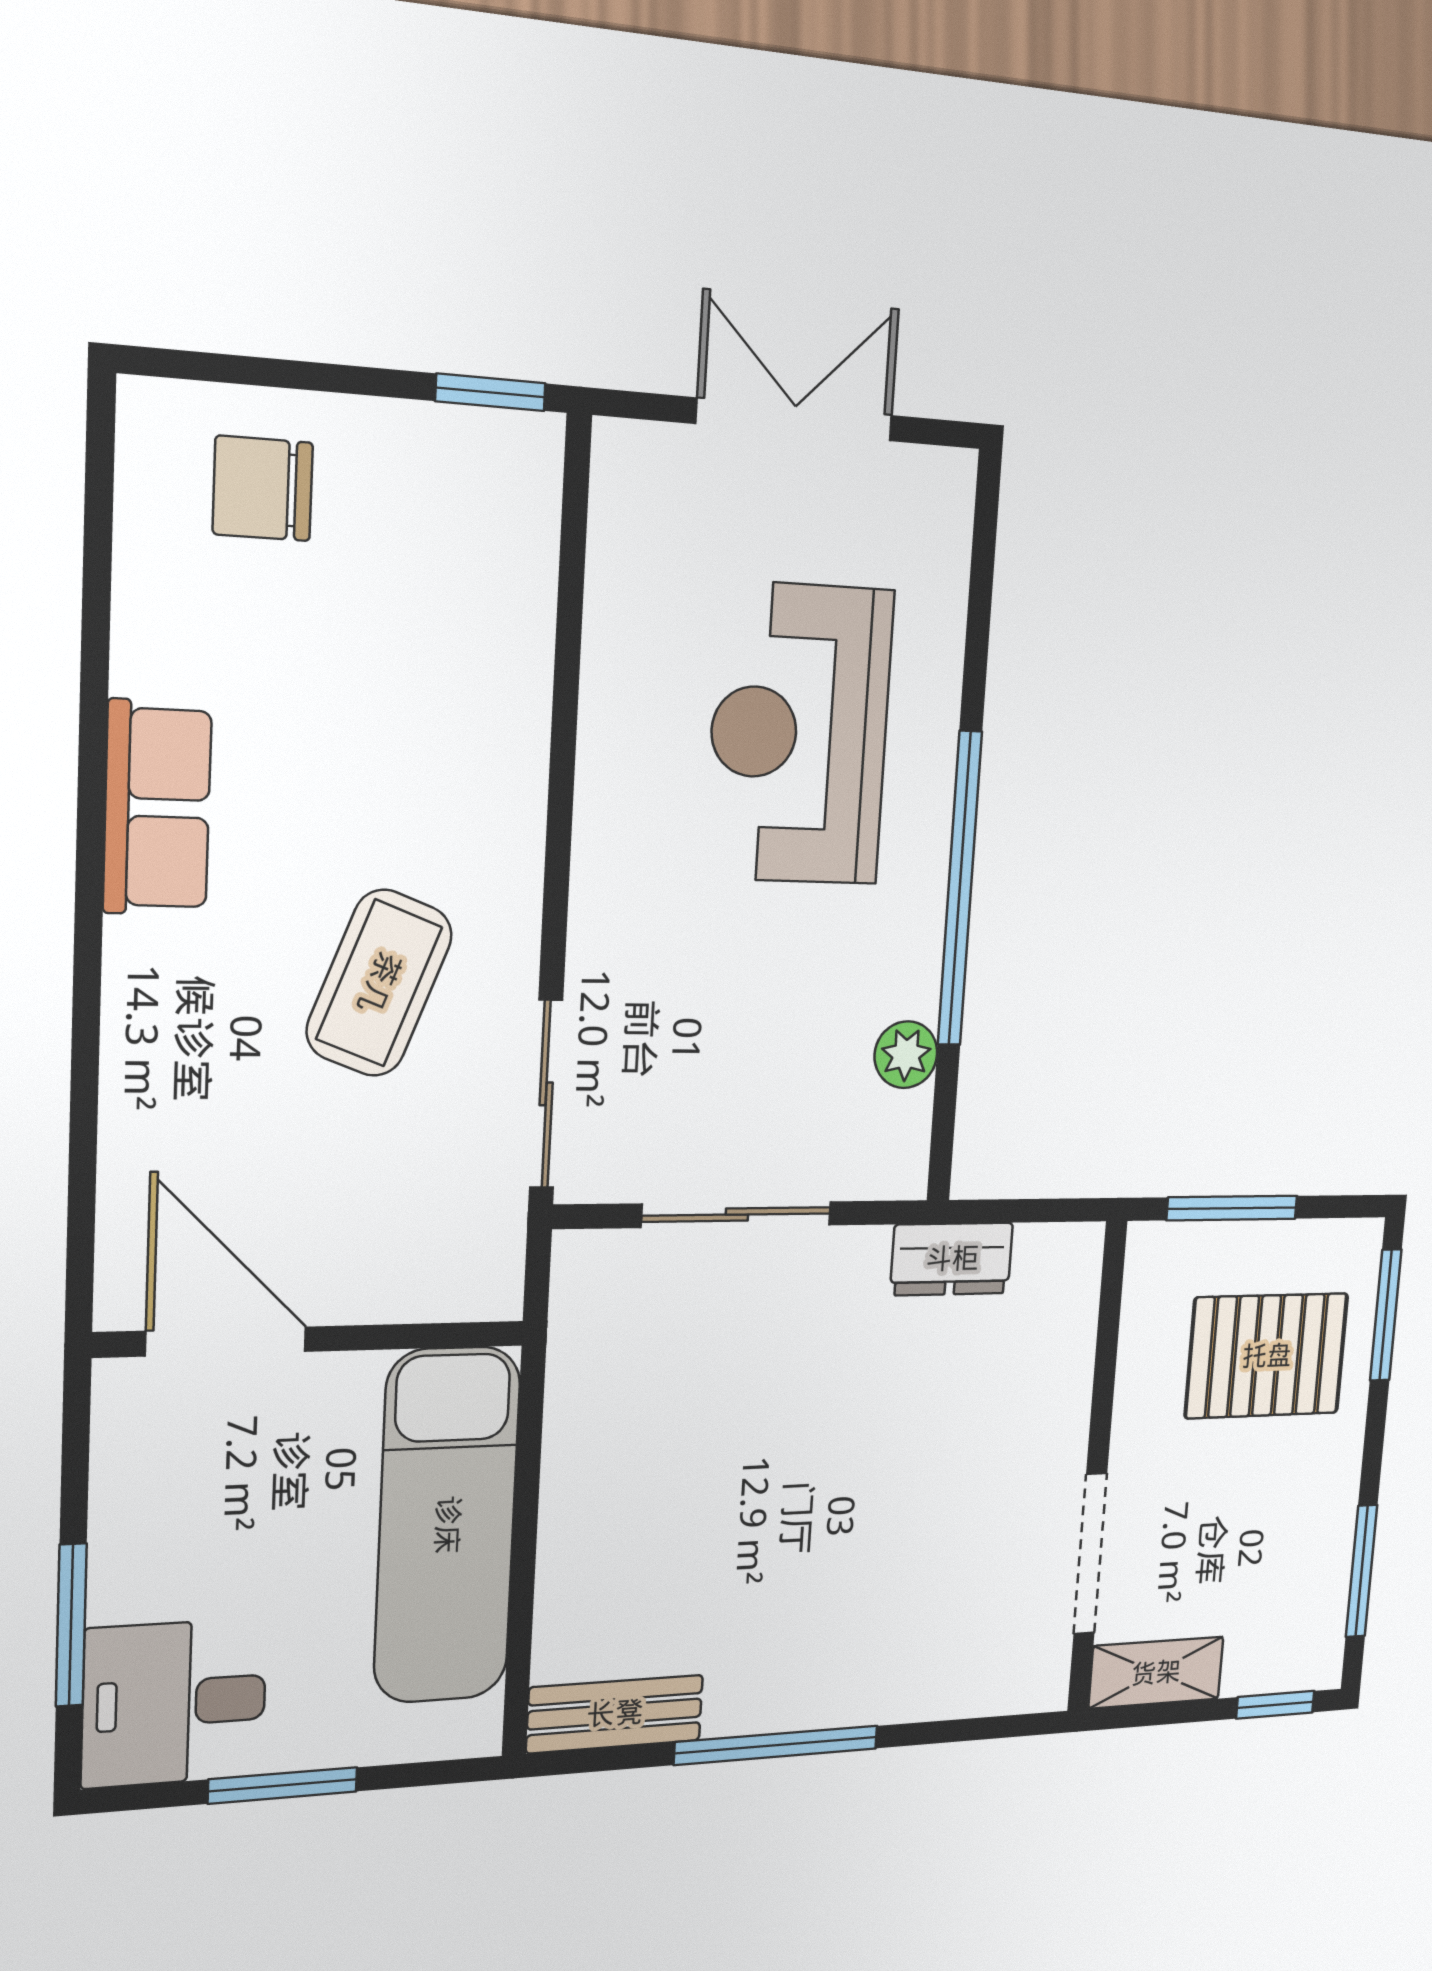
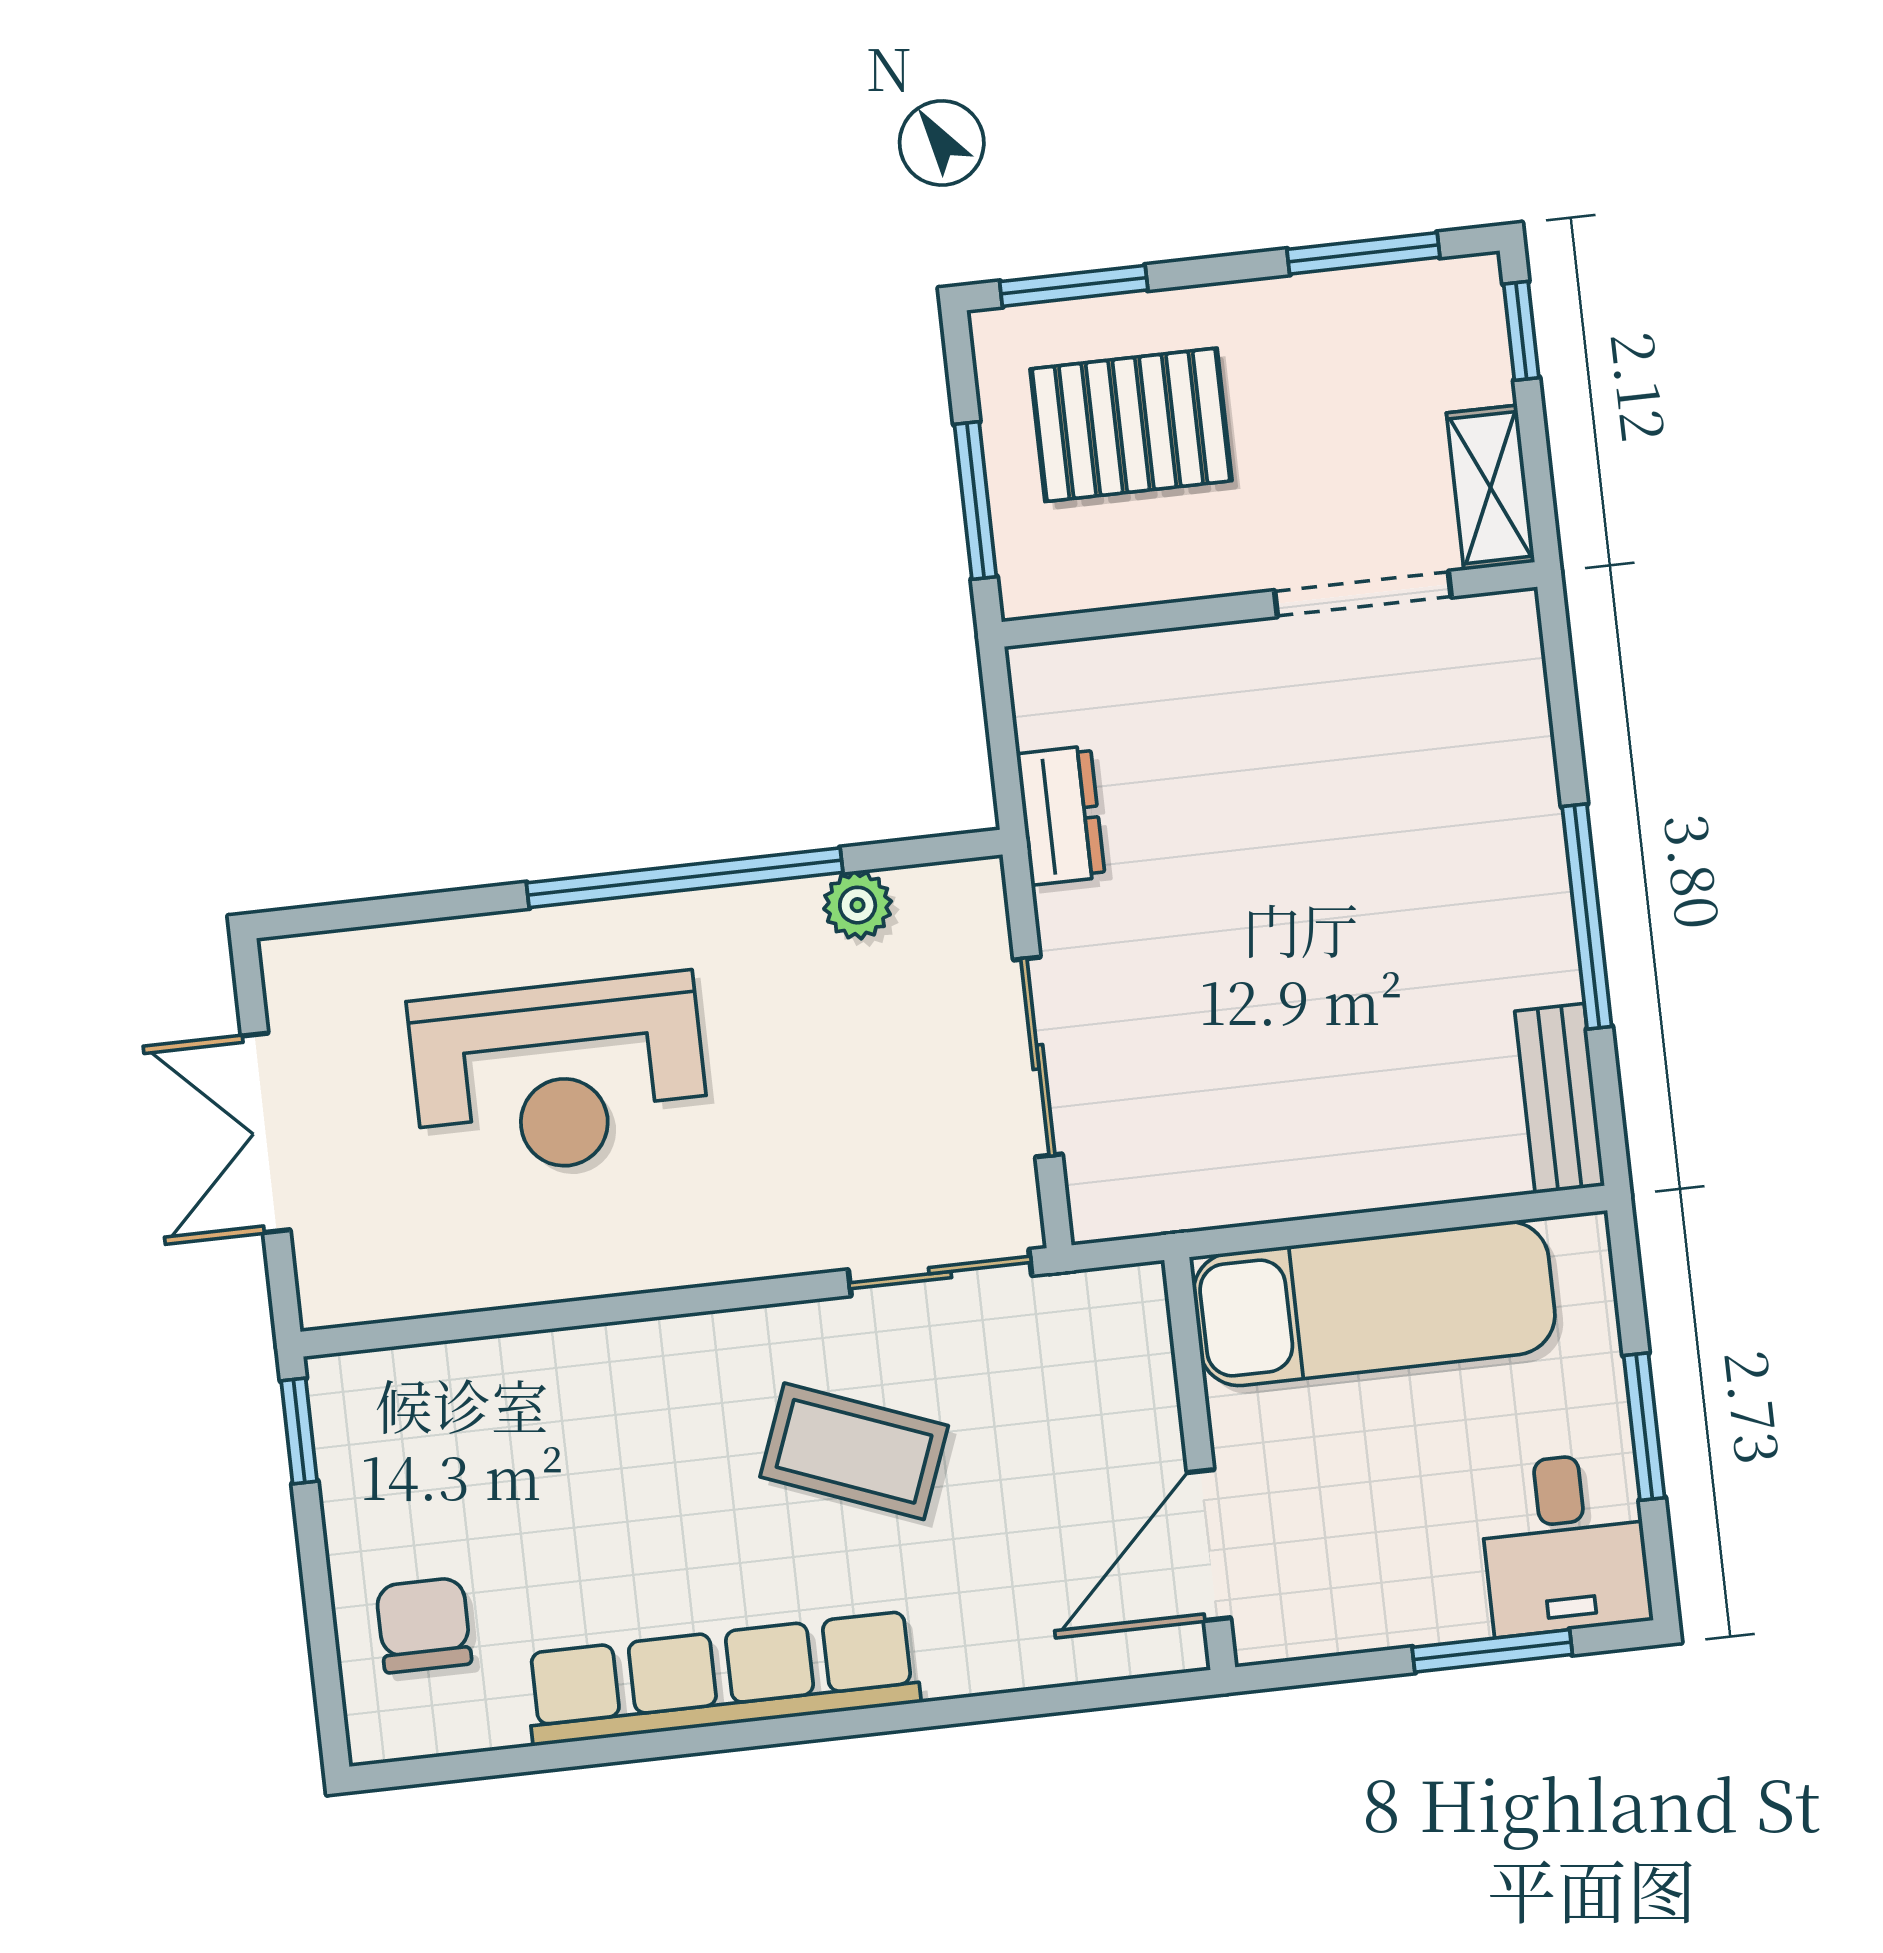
chair: (263, 488) -> (424, 1625), turned 180
row of seats: (157, 808) -> (722, 1678), width x2.02
pallet: (1267, 1356) -> (1131, 425), turned 90

